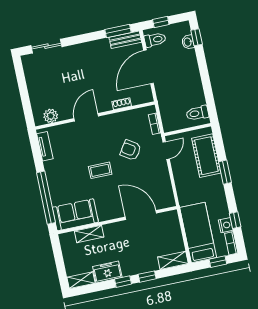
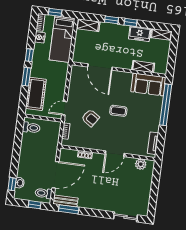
window: (235, 220) -> (29, 55), moved

